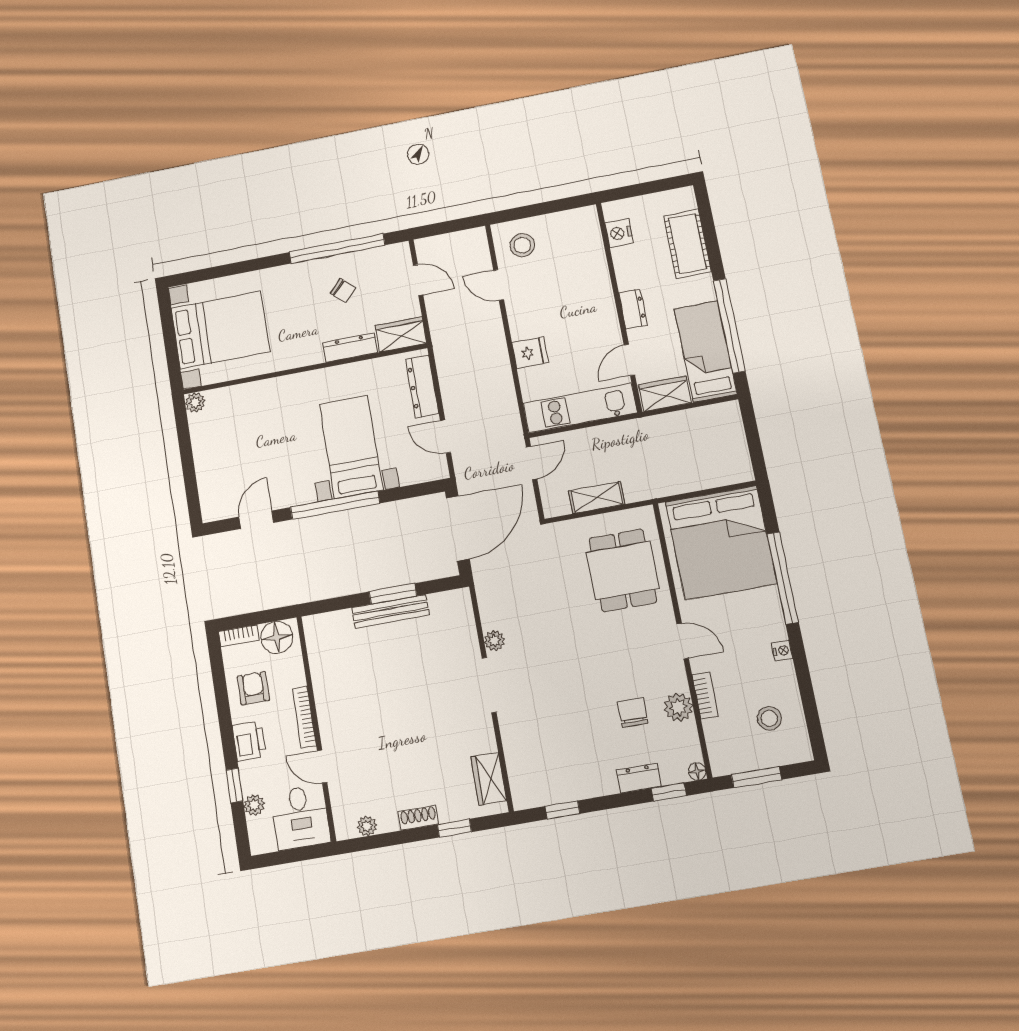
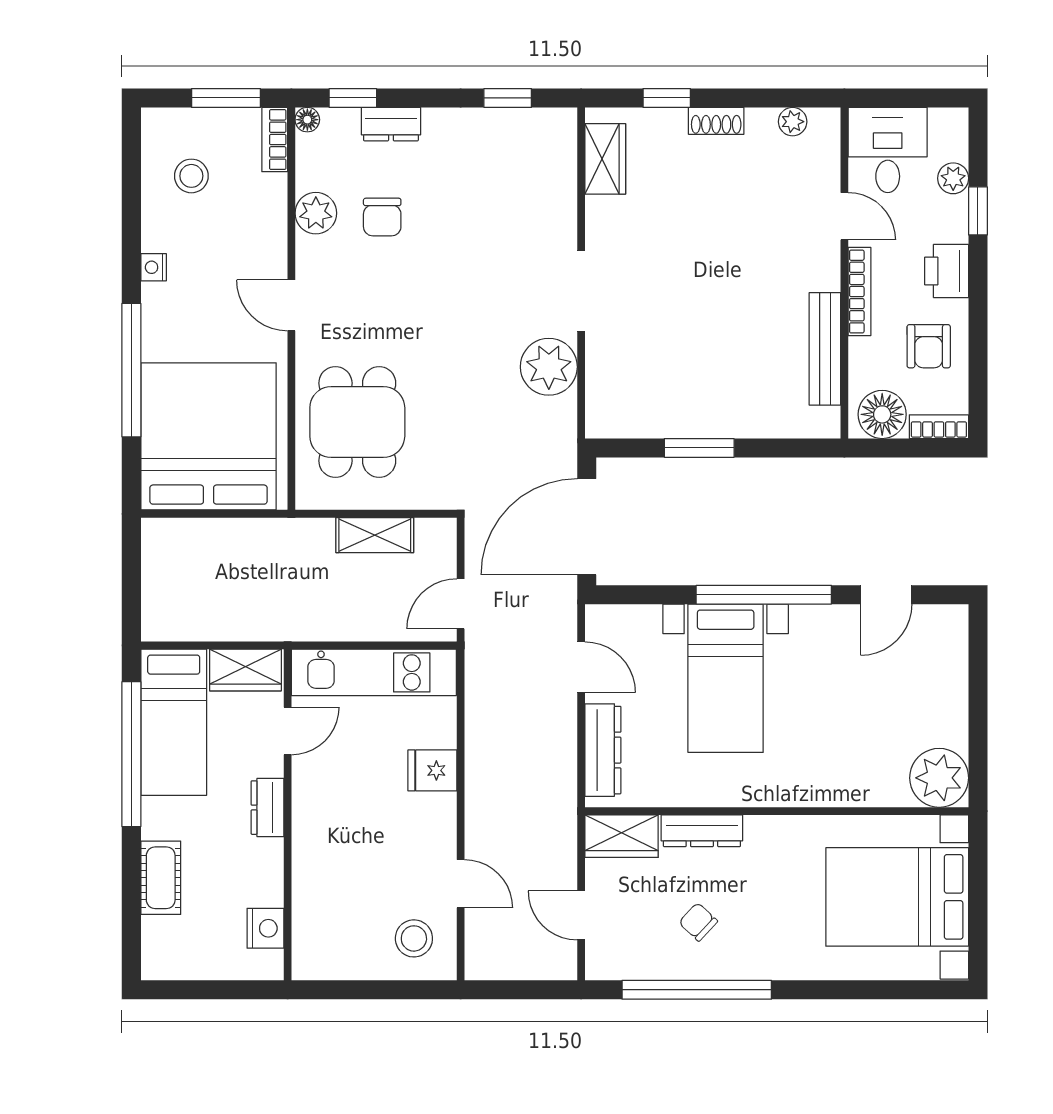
cot: (687, 244) -> (161, 878), width x0.73, depth x0.75
plant: (195, 402) -> (939, 778), width x1.88, depth x1.88
bench: (391, 611) -> (825, 349), moved, turned 90
plant: (494, 641) -> (549, 367), width x1.88, depth x1.88
bookcase: (705, 696) -> (275, 140), moved

